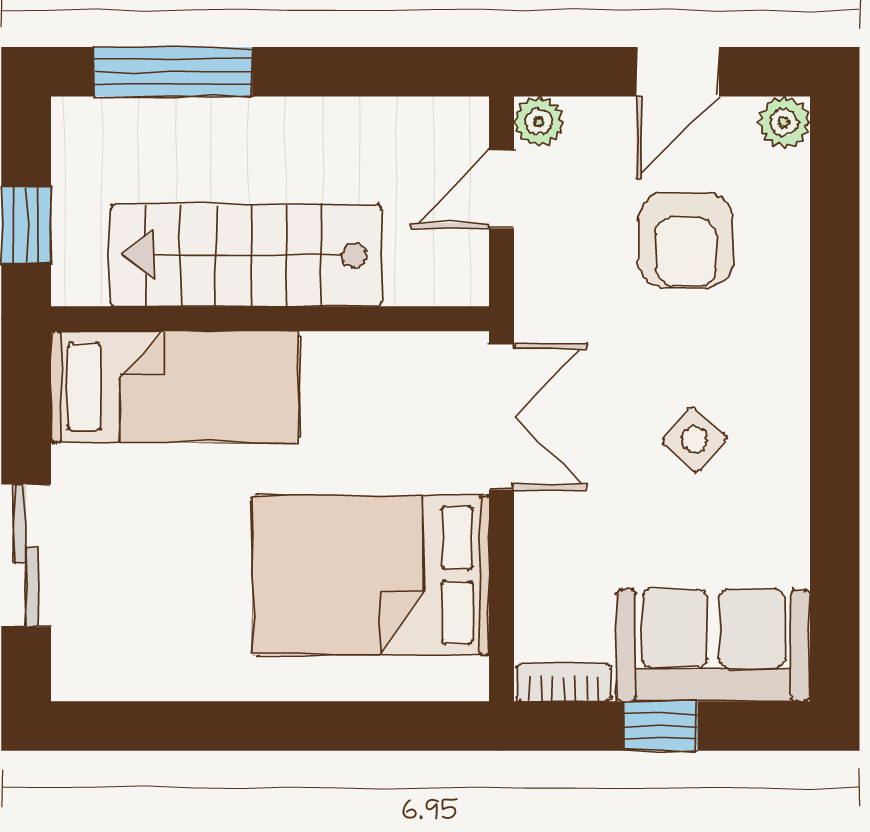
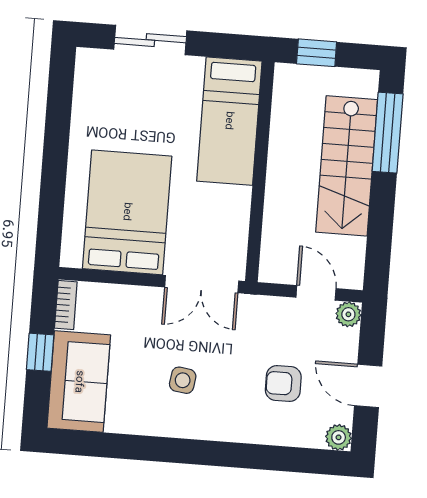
armchair: (686, 240) -> (283, 383), width x0.72, depth x0.72
stairs: (246, 255) -> (347, 166), moved, turned 180
side table: (695, 440) -> (183, 380), turned -32

